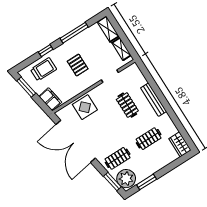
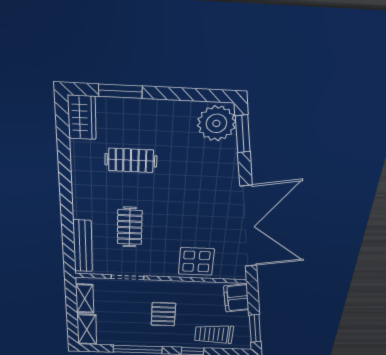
bench: (154, 100) -> (83, 246), moved
clothes rail: (118, 158) -> (205, 164), removed
window: (147, 182) -> (120, 91), moved

